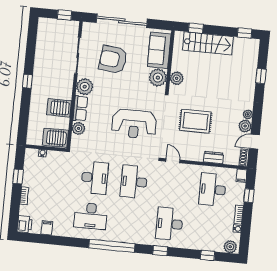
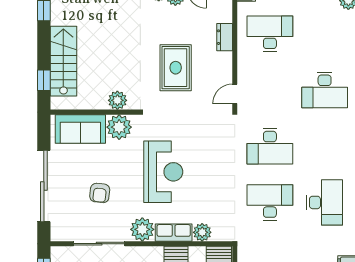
armchair: (113, 59) -> (100, 193), width x0.53, depth x0.53
reception desk: (134, 124) -> (163, 172), moved
desk: (213, 190) -> (270, 34), turned 180

